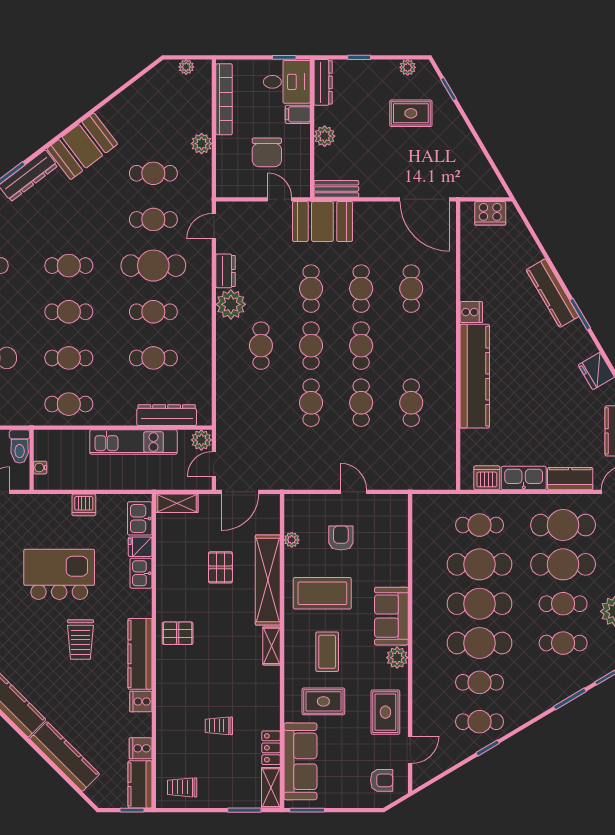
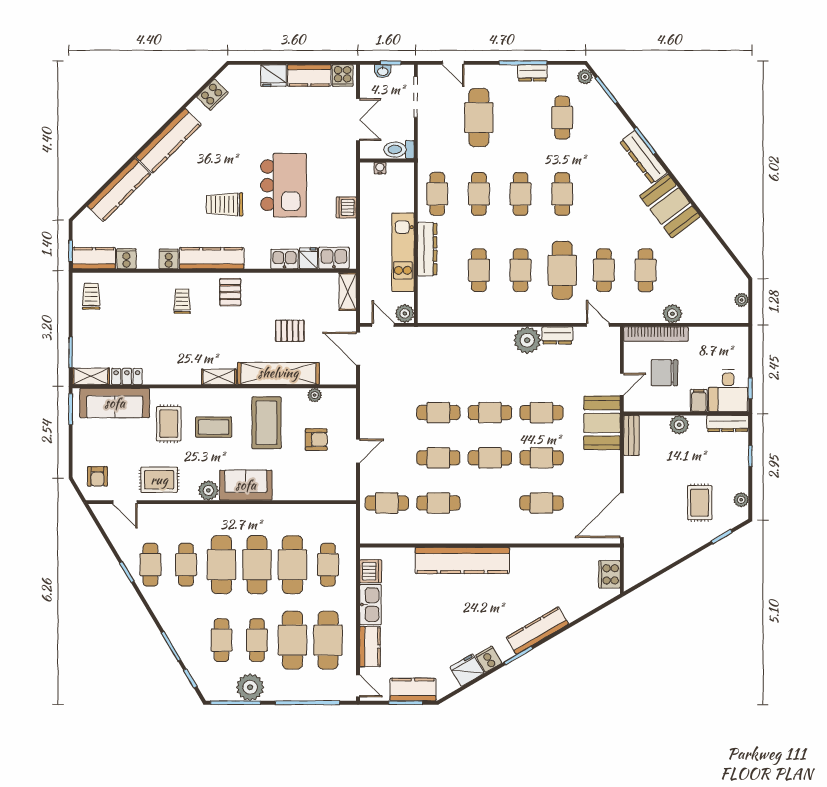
bookcase: (224, 99) -> (656, 334), moved
cooker: (471, 312) -> (489, 659), moved, turned 150
cafe table: (261, 346) -> (387, 503), moved
dresser: (167, 415) -> (427, 249), moved
trolley: (219, 726) -> (182, 301), moved

